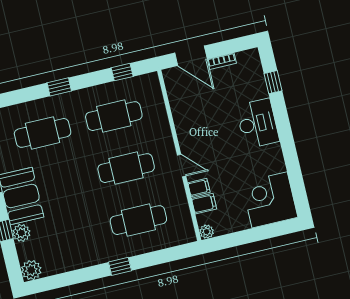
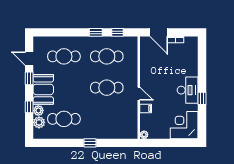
window: (273, 82) -> (202, 98), moved
window: (59, 87) -> (96, 32), moved
desk: (257, 123) -> (188, 90), moved
filing cabinet: (204, 204) -> (146, 118), removed
cafe table: (138, 220) -> (64, 119), moved
plant: (31, 270) -> (39, 122), moved

